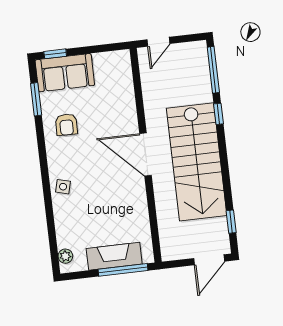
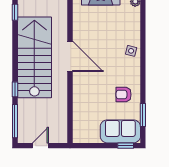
door: (158, 42) -> (40, 146), moved
armchair: (66, 125) -> (124, 95), turned -91
door: (146, 155) -> (70, 56), moved

